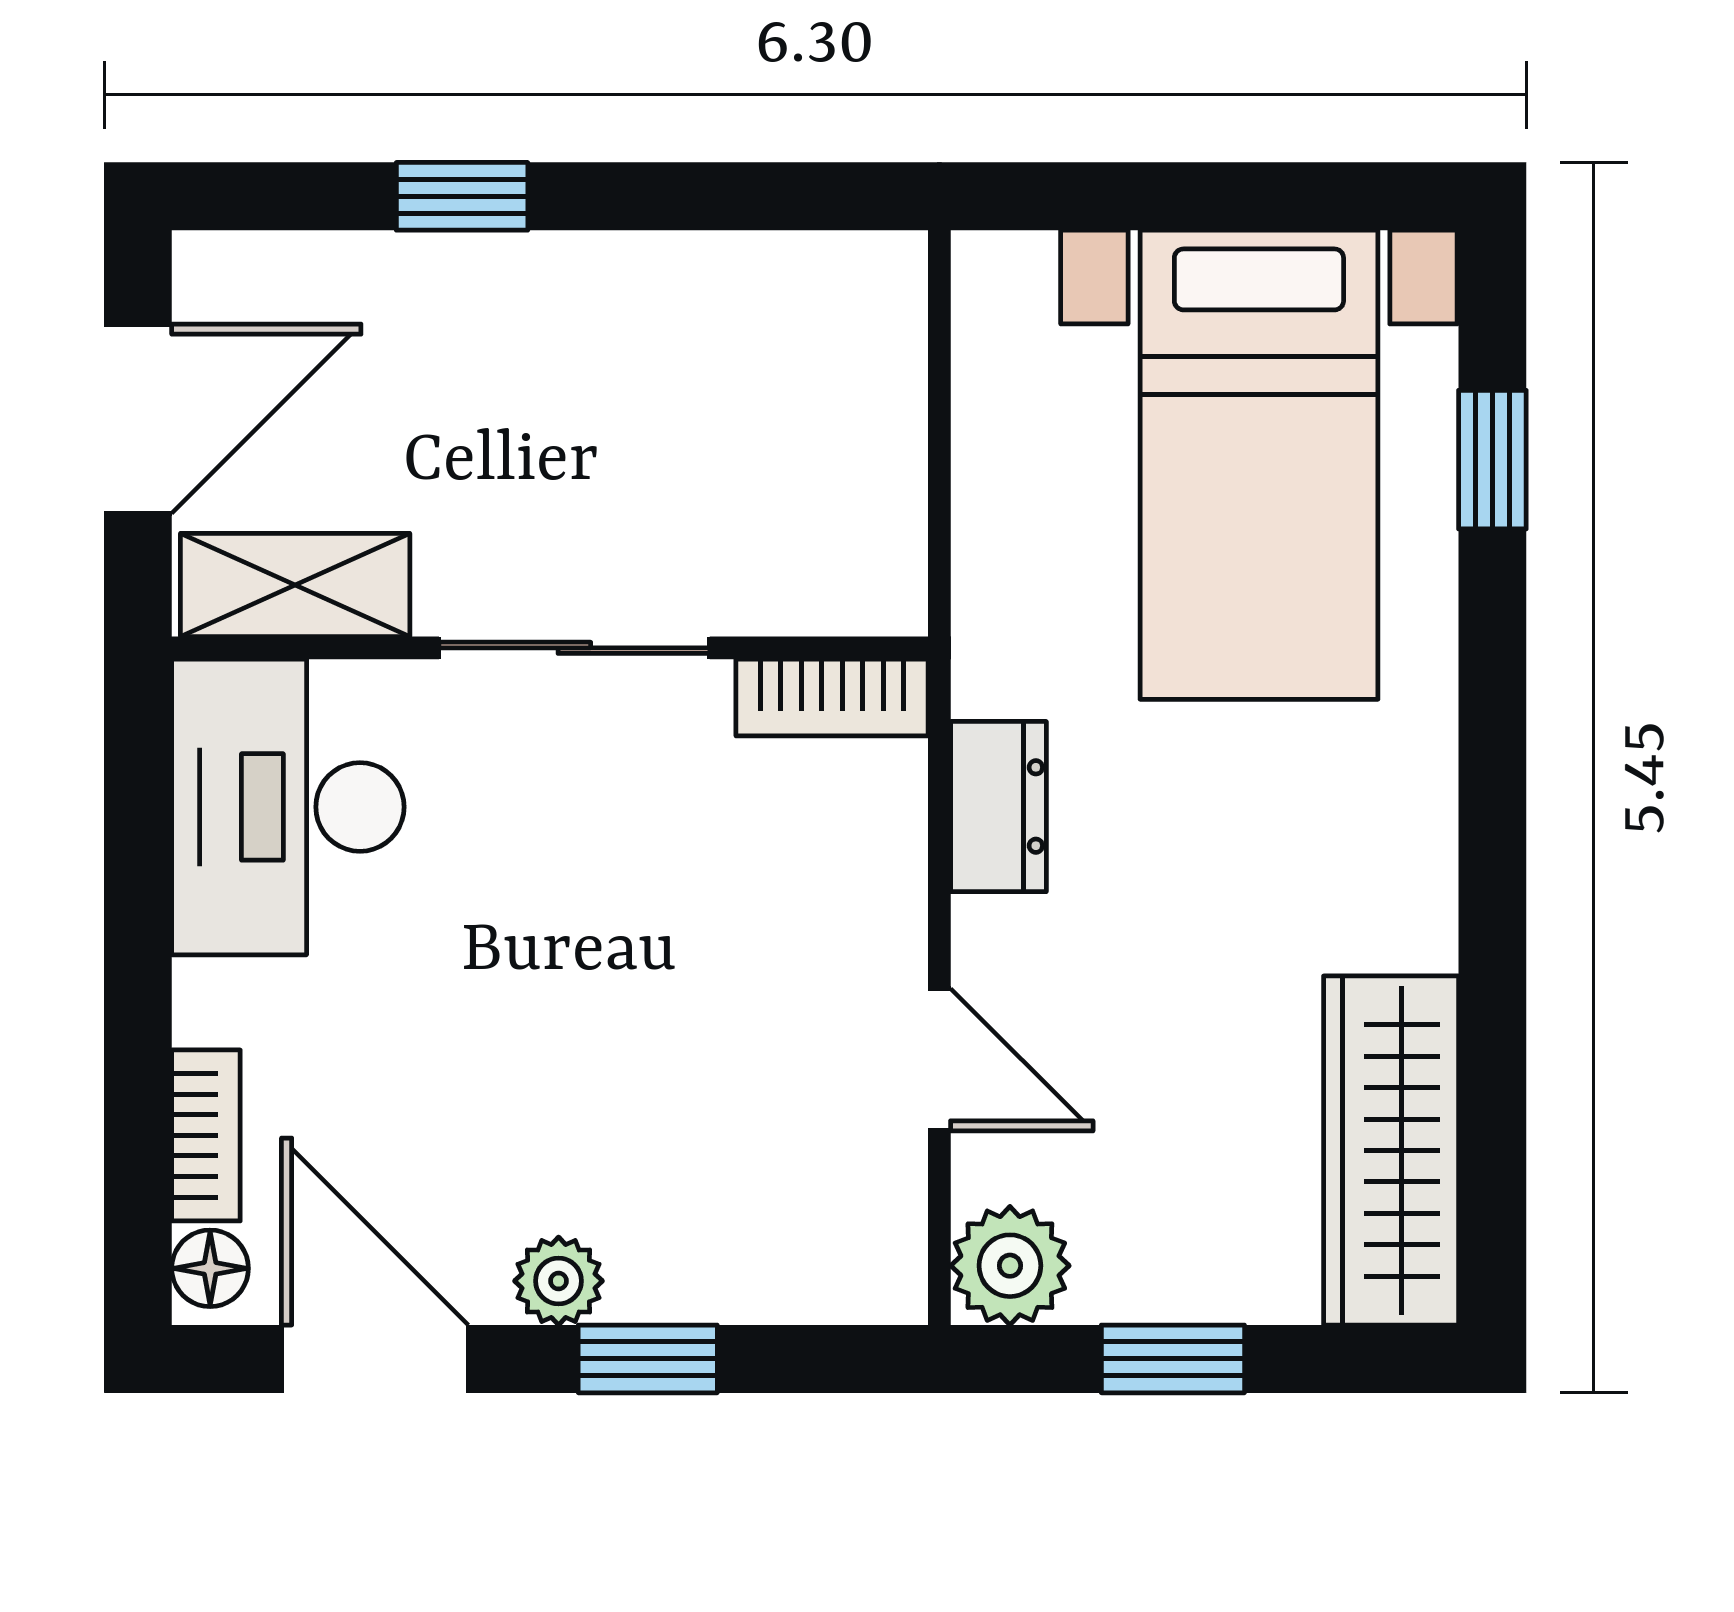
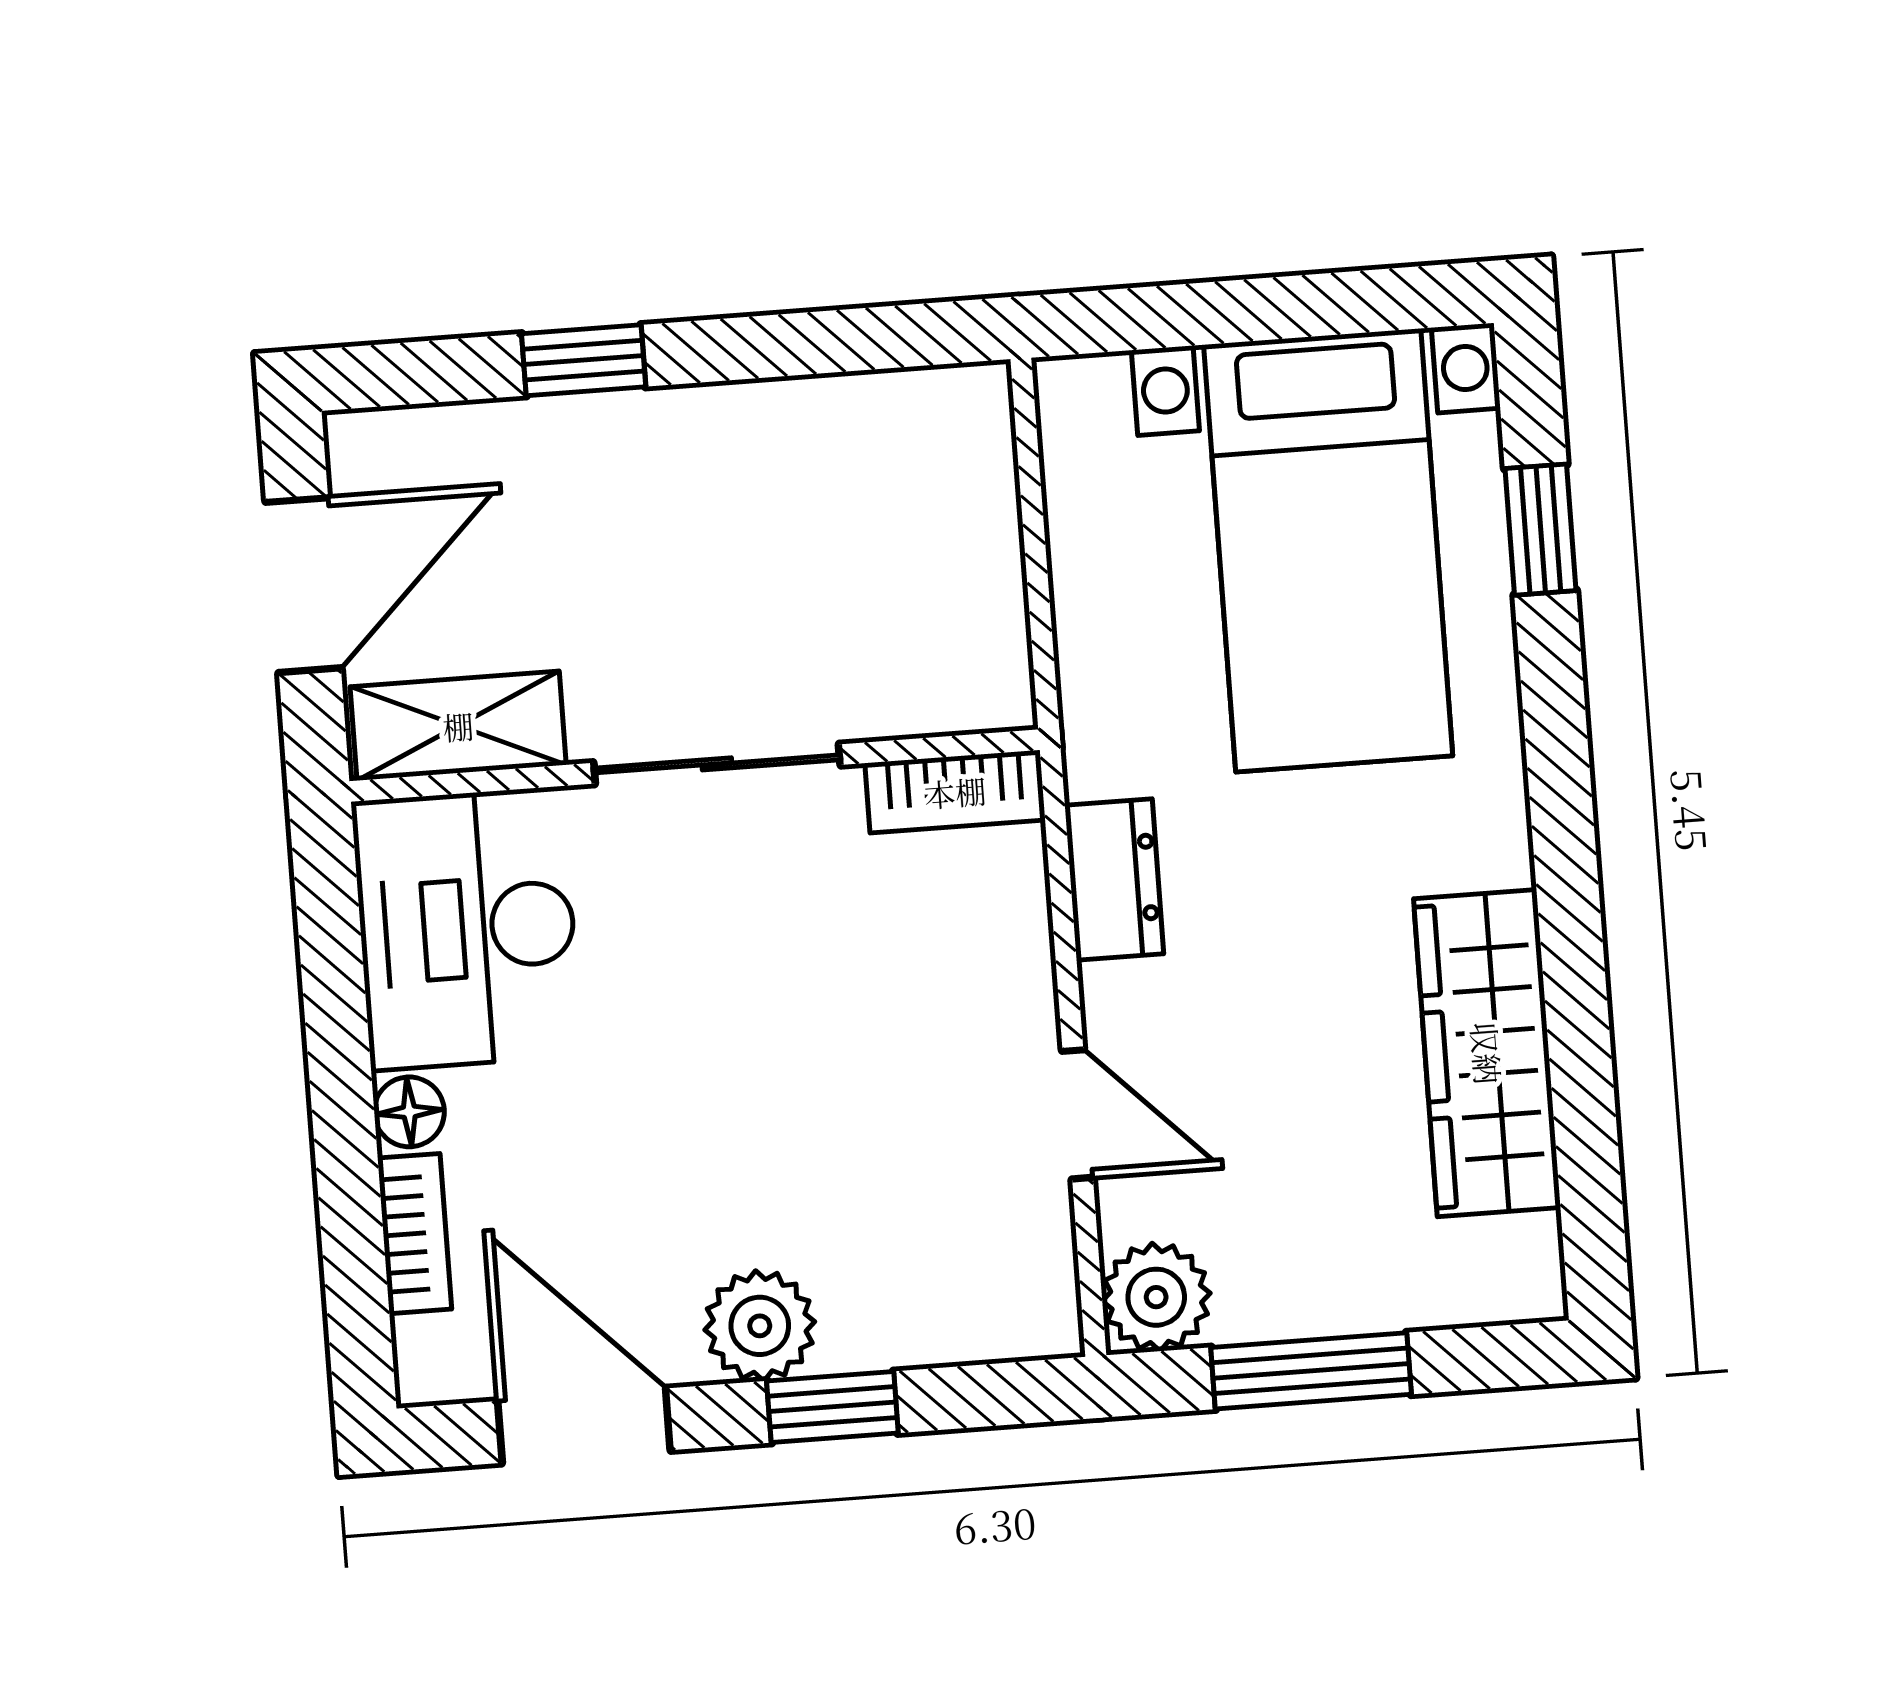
wardrobe: (1391, 1150) -> (1487, 1053), moved
floor lamp: (210, 1268) -> (409, 1112), moved
plant: (559, 1281) -> (760, 1326), width x1.38, depth x1.38
window: (1173, 1359) -> (1311, 1371), width x1.50

